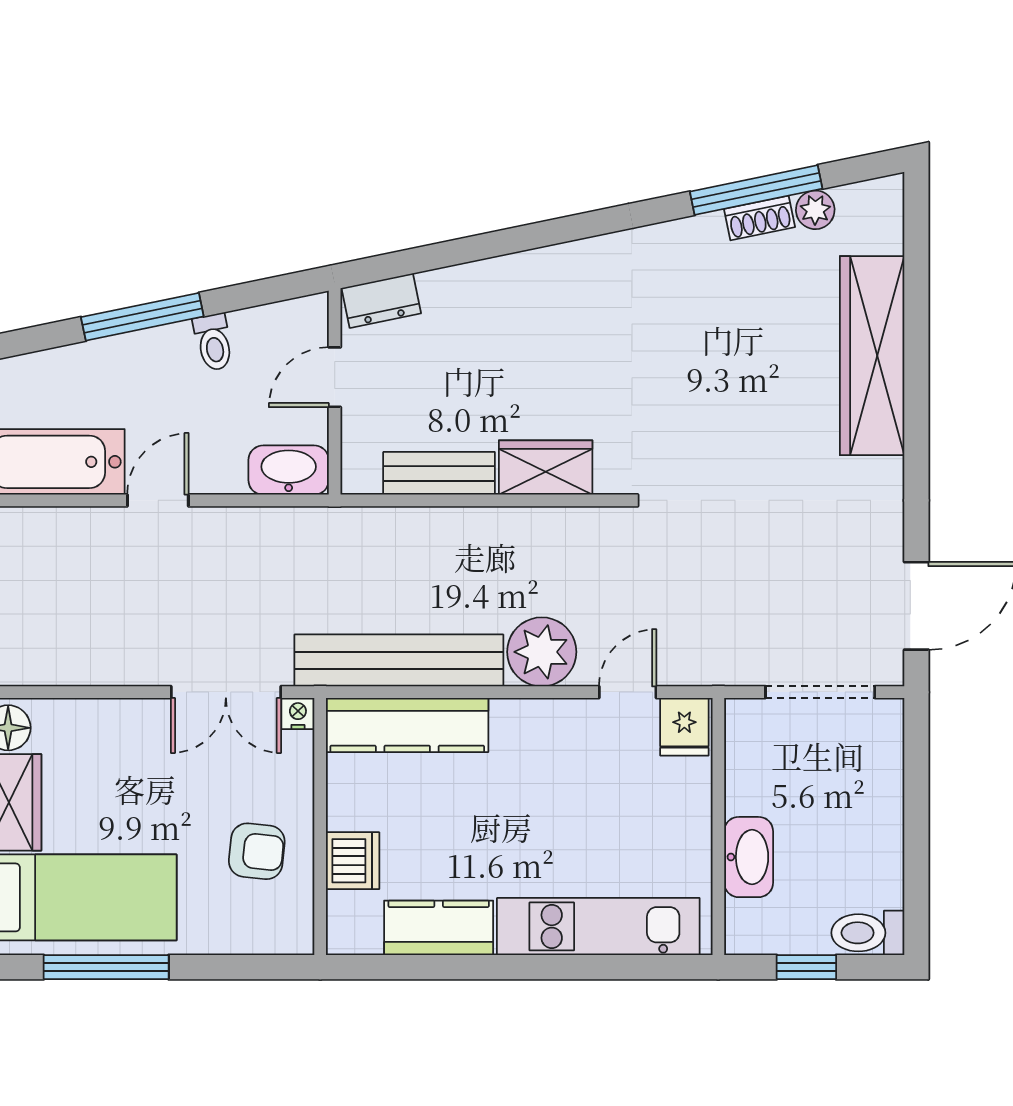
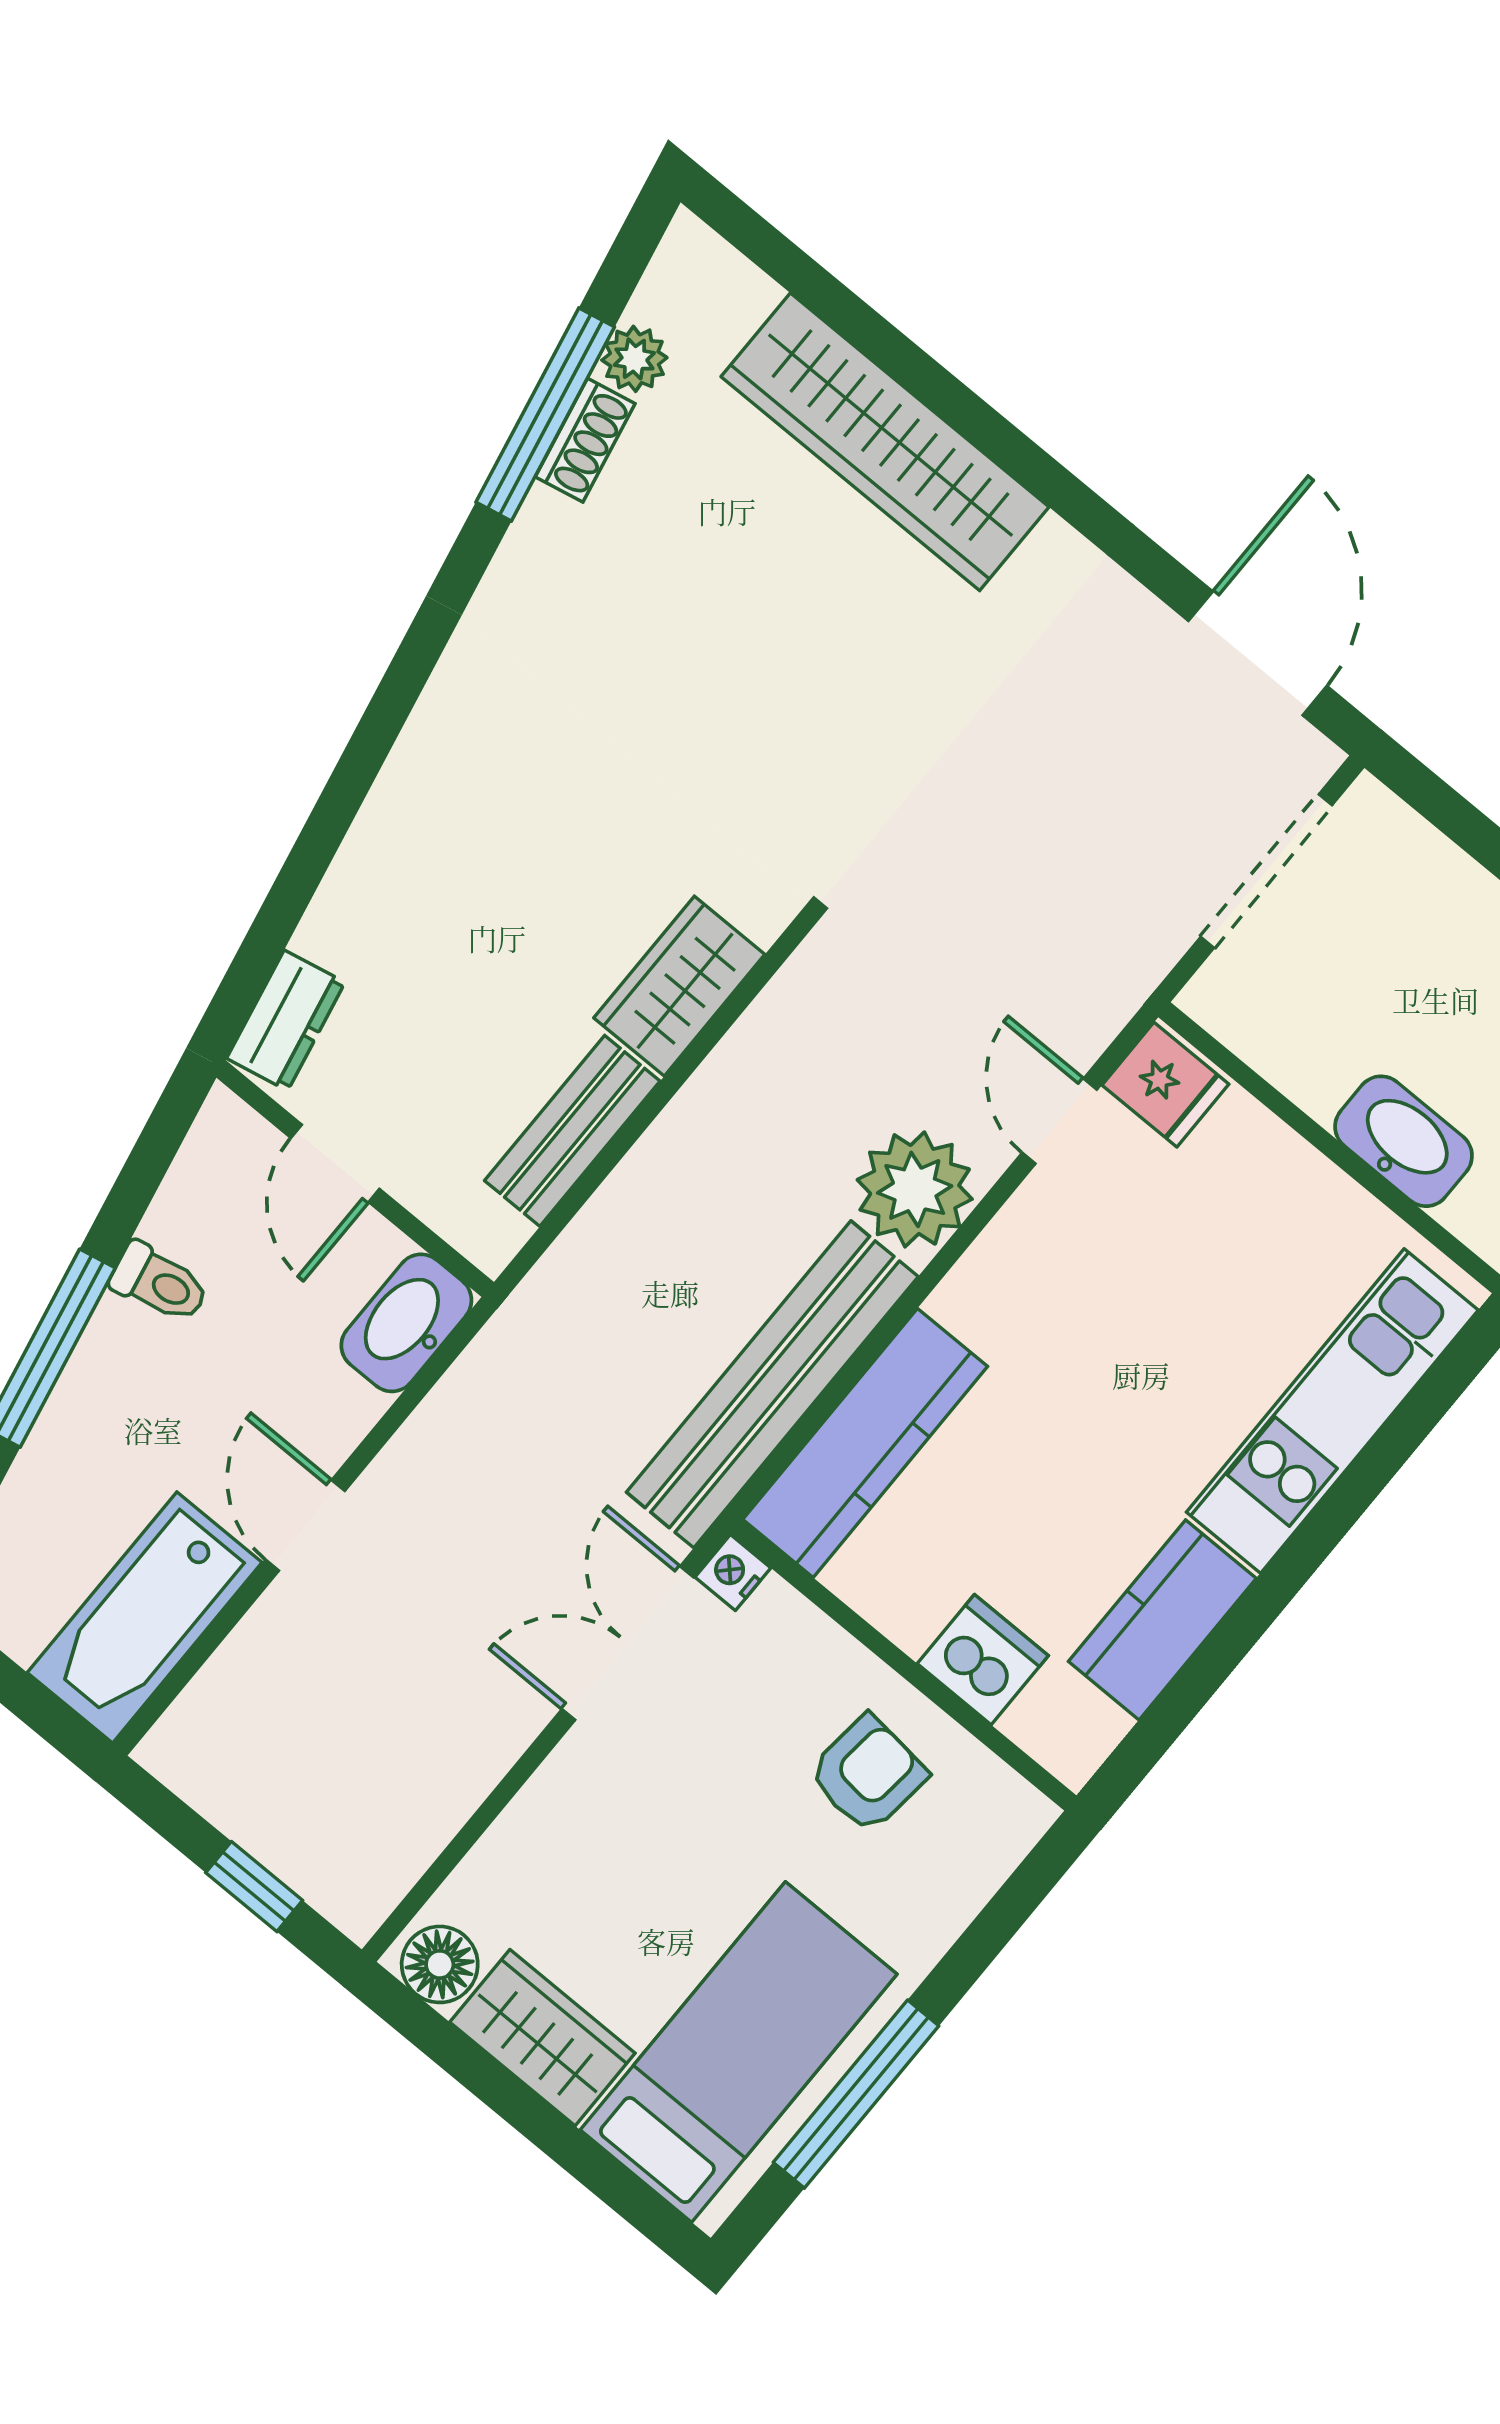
double door: (226, 692) -> (628, 1643), swing flipped

